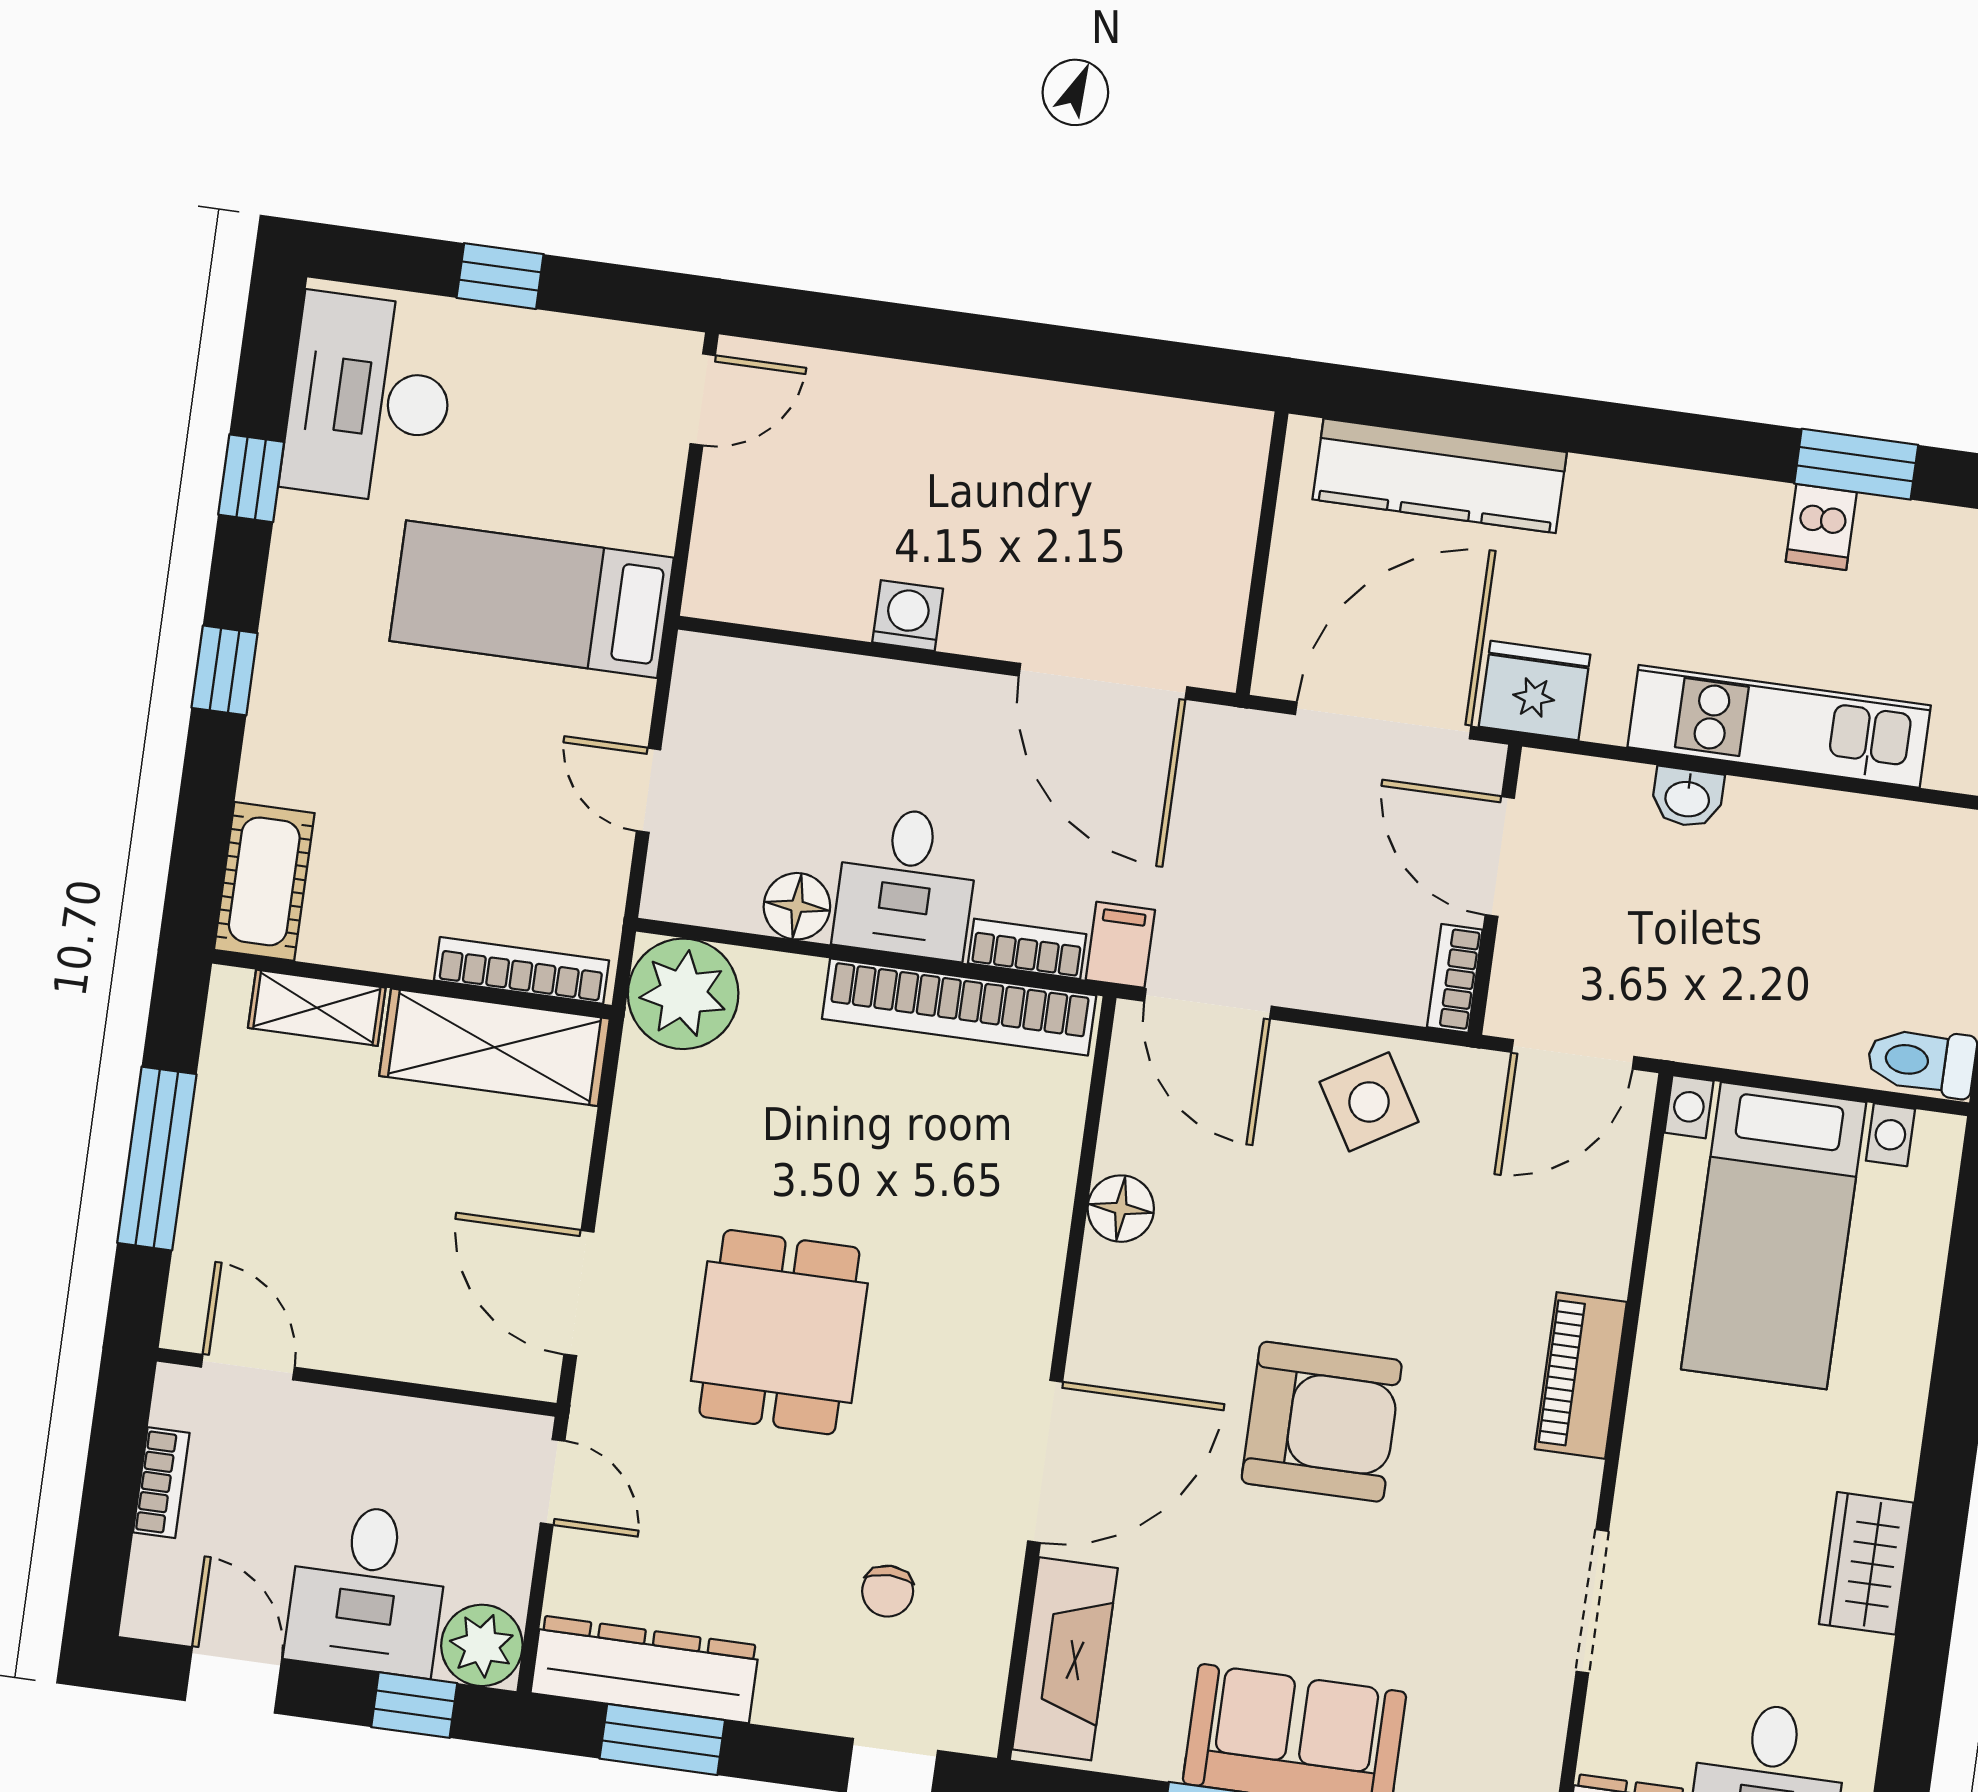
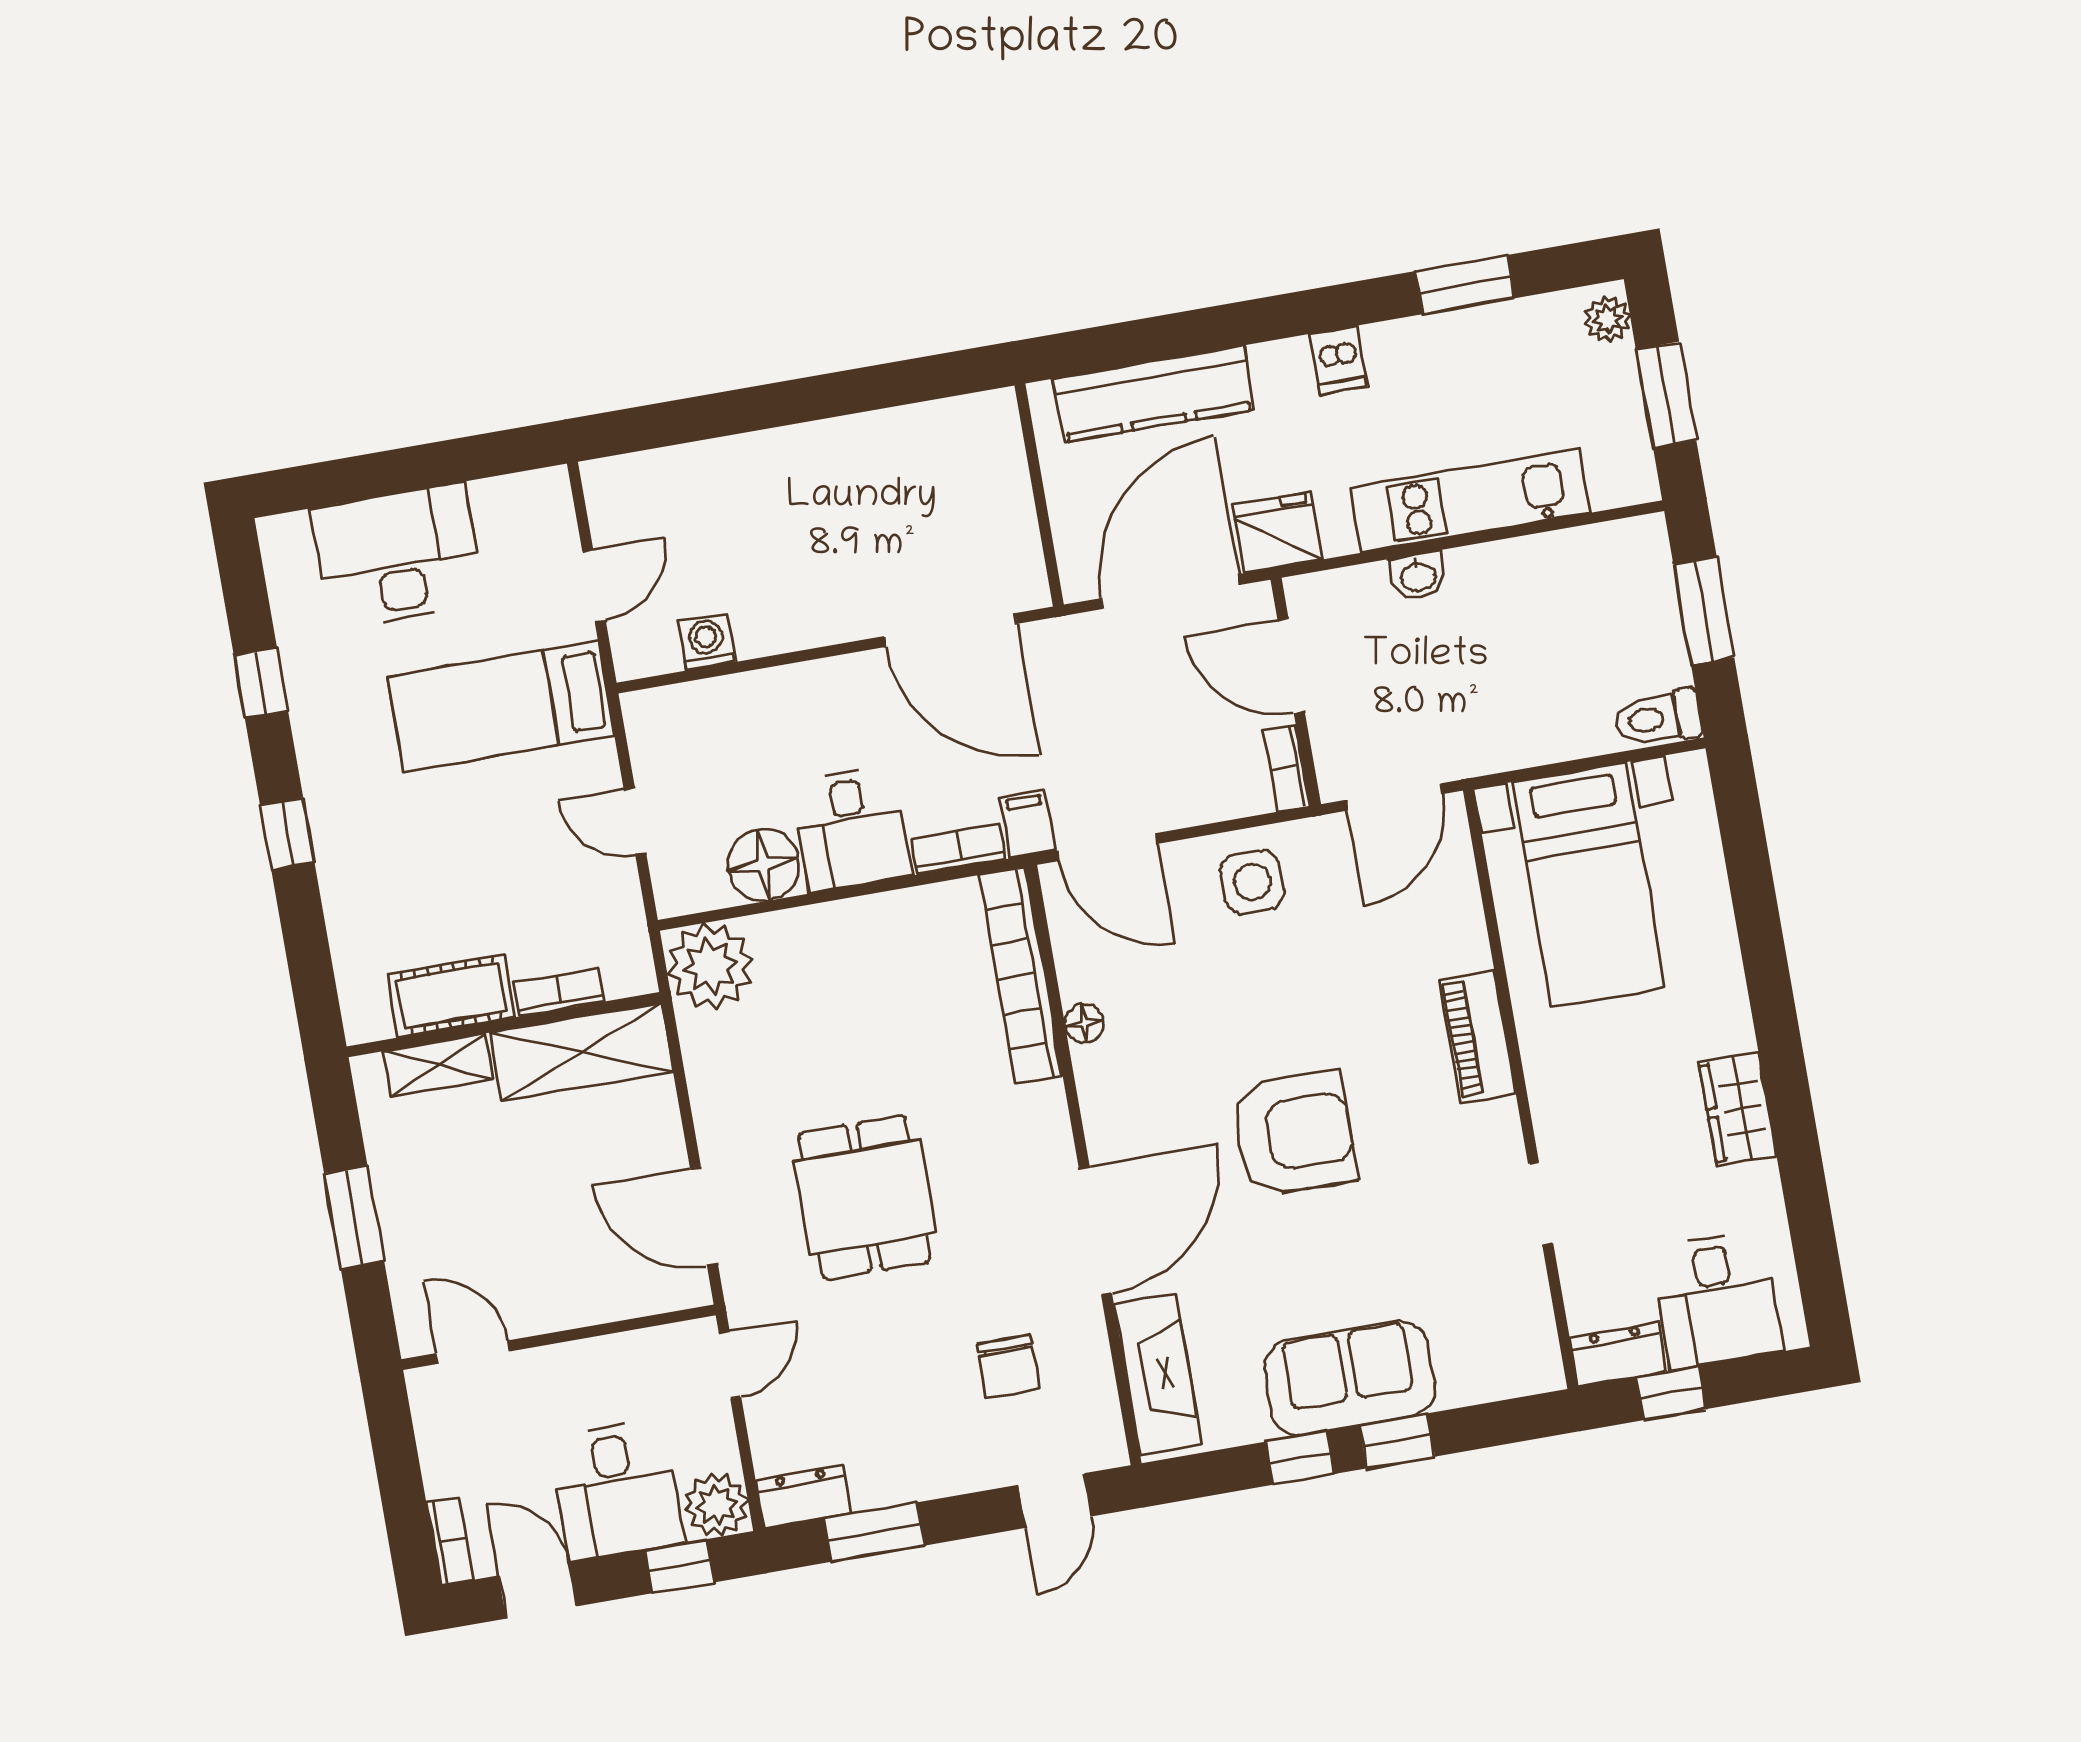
window: (500, 276) -> (399, 471), removed
desk: (369, 398) -> (398, 556), moved, turned 90
door: (703, 400) -> (594, 586), moved
dishwasher: (1821, 527) -> (1338, 360), moved
washing machine: (908, 616) -> (707, 642), moved
cot: (264, 881) -> (452, 996), moved, turned 90
floor lamp: (797, 906) -> (763, 865), width x1.38, depth x1.38
bookcase: (522, 970) -> (559, 992), width x0.64
bookcase: (959, 1007) -> (1021, 975), moved, turned 90
side table: (1369, 1102) -> (1252, 882), turned 31
window: (157, 1159) -> (354, 1217), width x0.69
floor lamp: (1121, 1209) -> (1084, 1023), width x0.73, depth x0.73
door: (553, 1482) -> (730, 1365), hinge flipped
bookcase: (161, 1483) -> (450, 1541), moved
chair: (888, 1591) -> (1008, 1366), width x1.37, depth x1.37
doorway: (1592, 1601) -> (1541, 1204), width x0.73
dresser: (645, 1669) -> (804, 1497), width x0.51, depth x0.80

